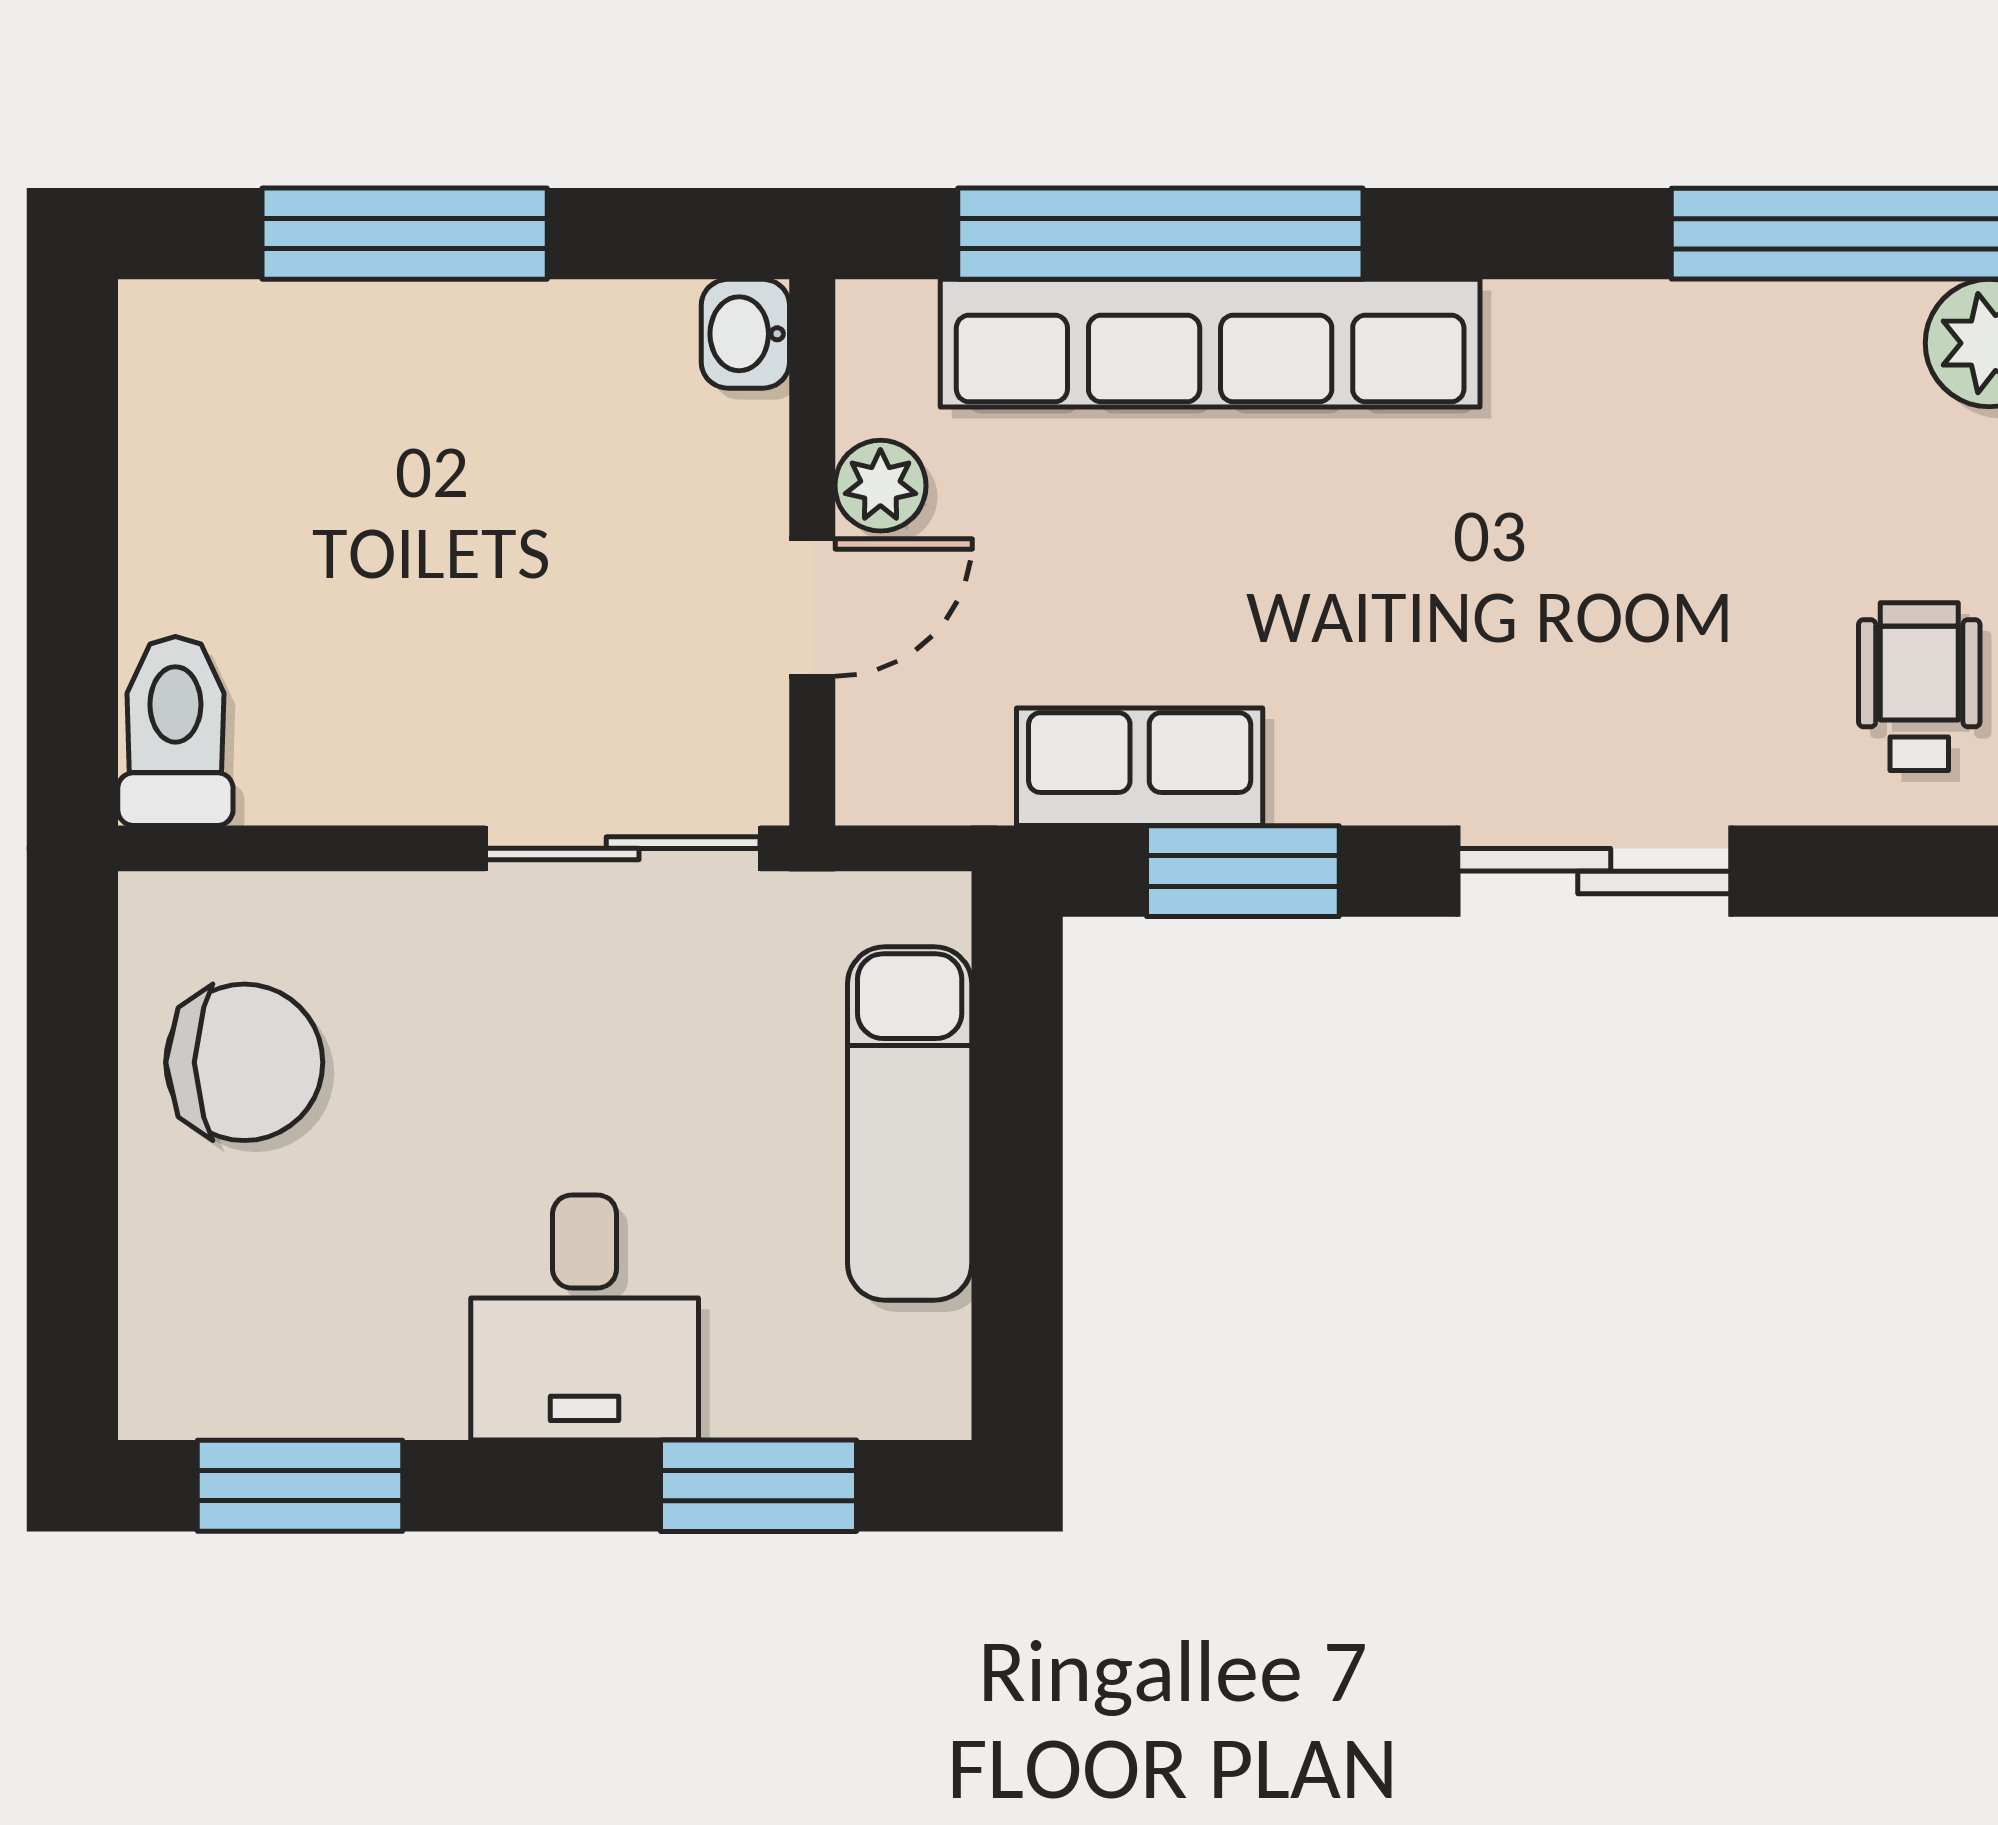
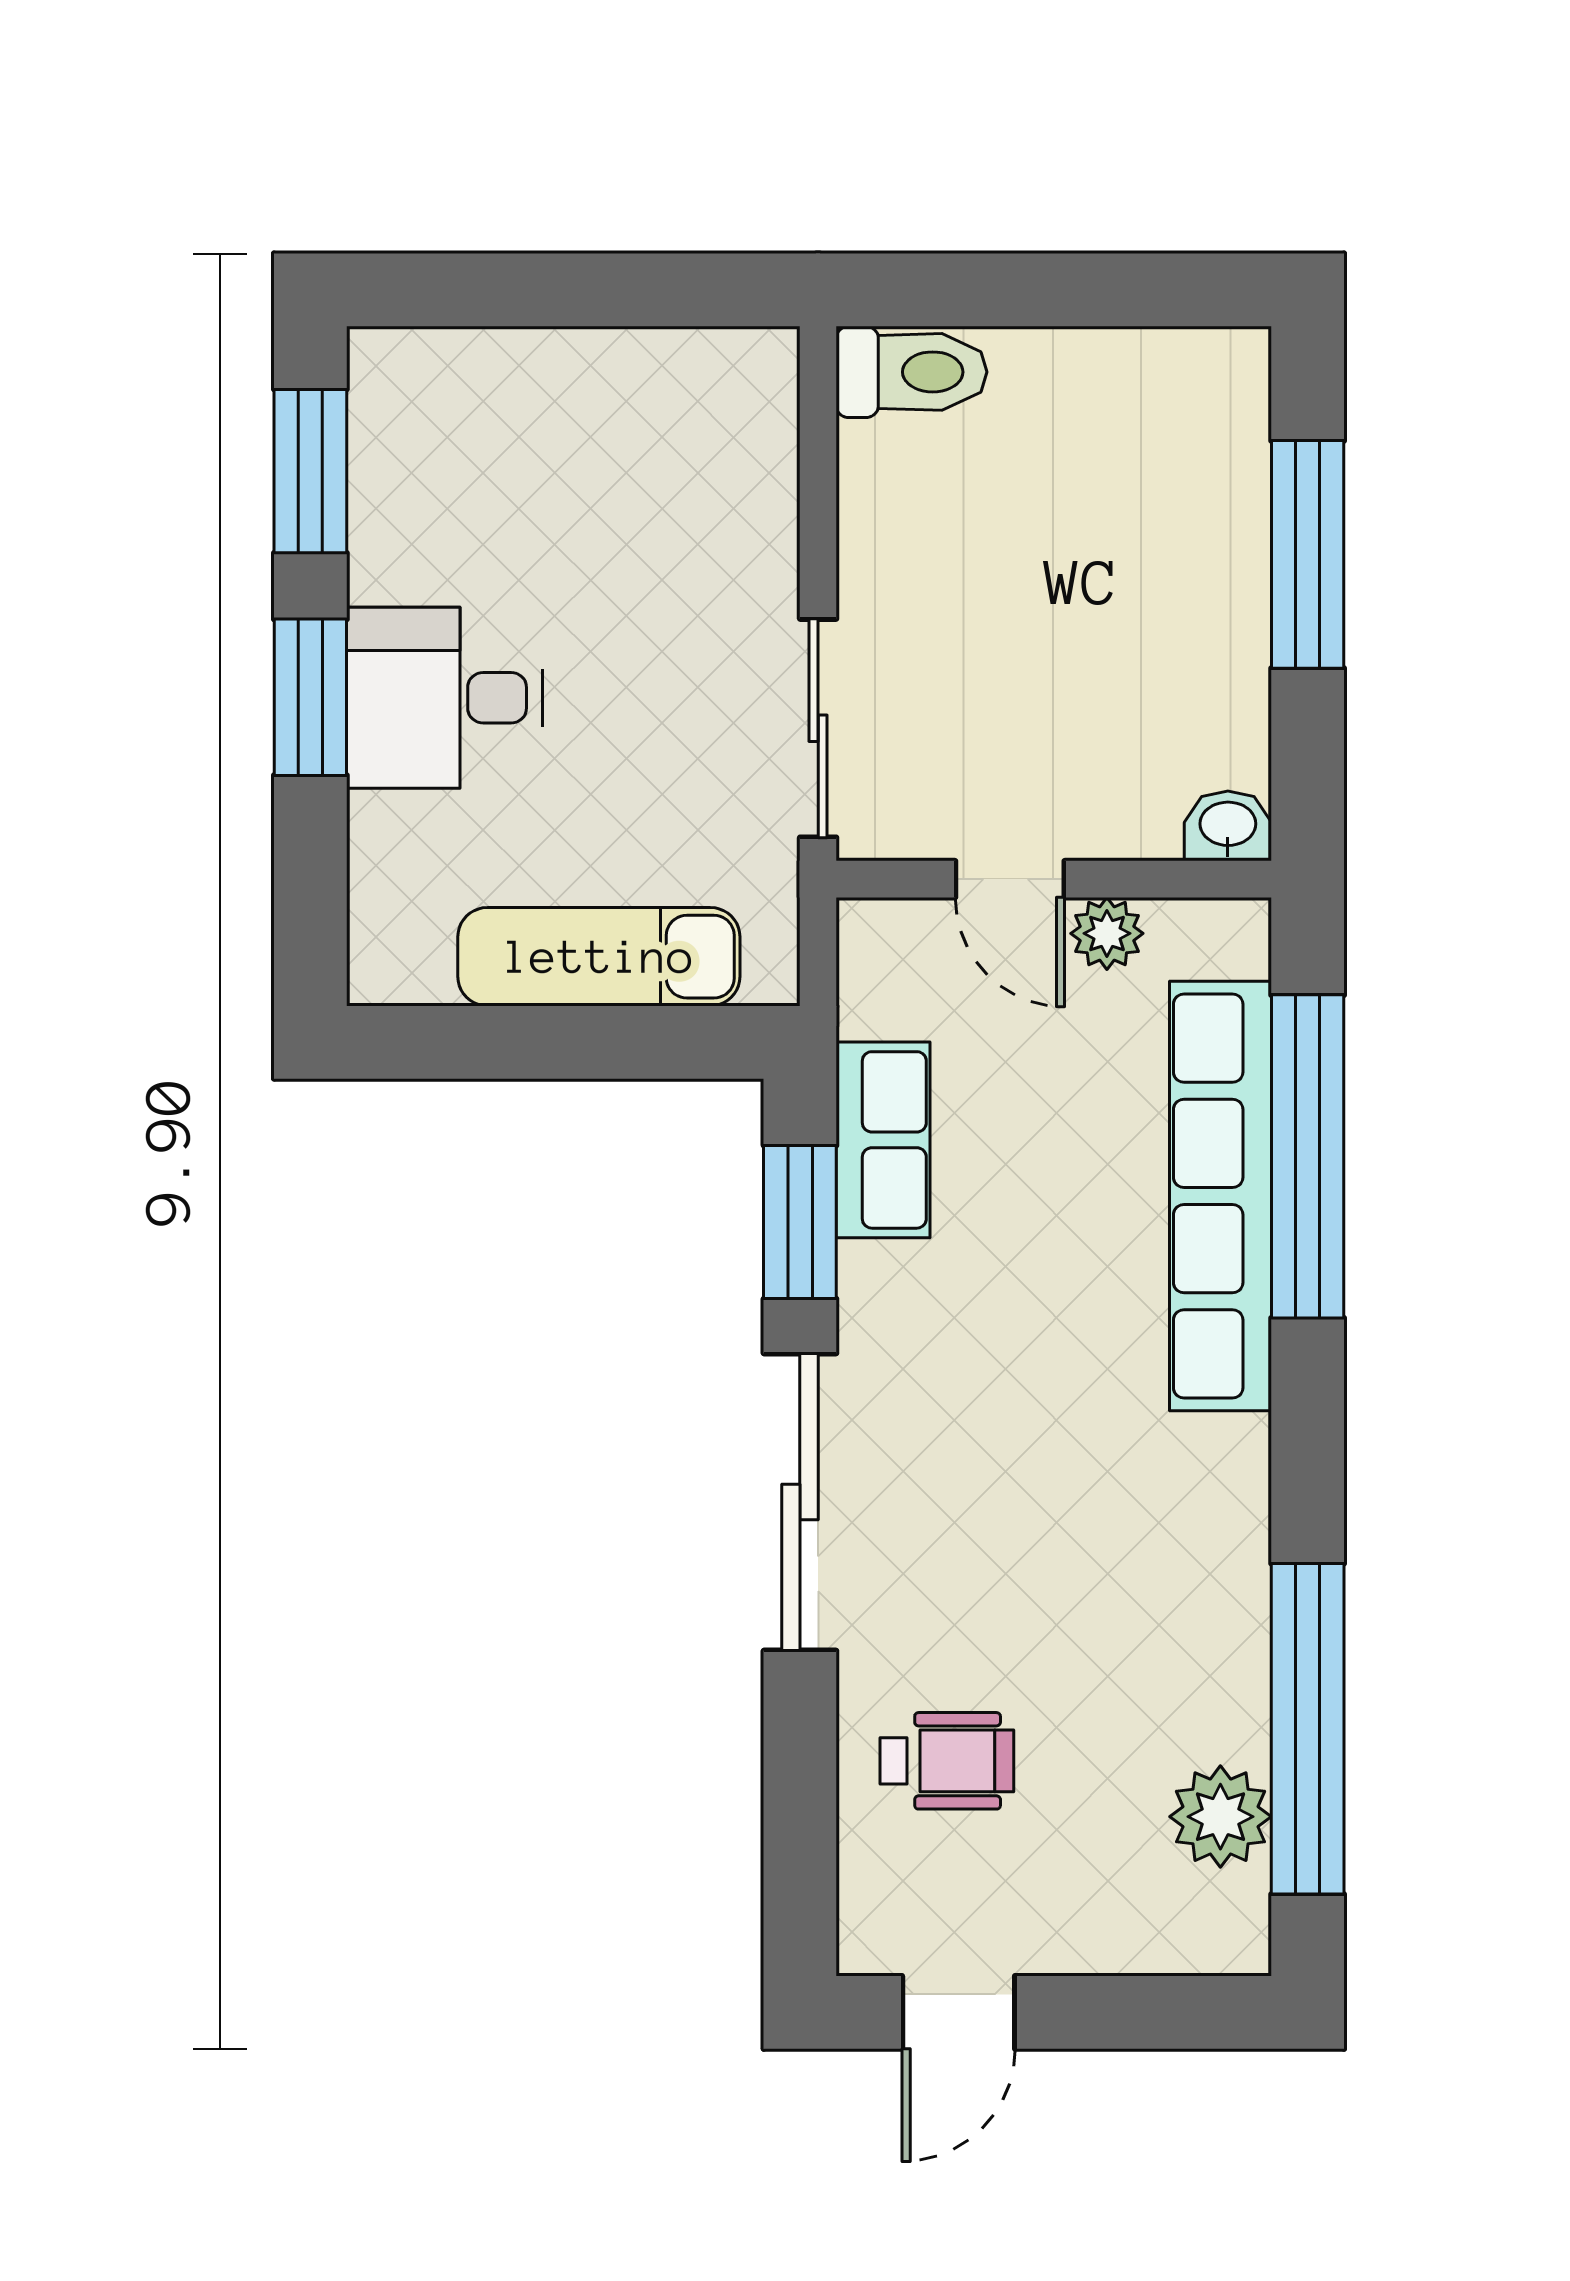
sliding door: (1594, 871) -> (800, 1502), width x1.37
chair: (244, 1062) -> (648, 427), removed
window: (758, 1486) -> (310, 697), moved

